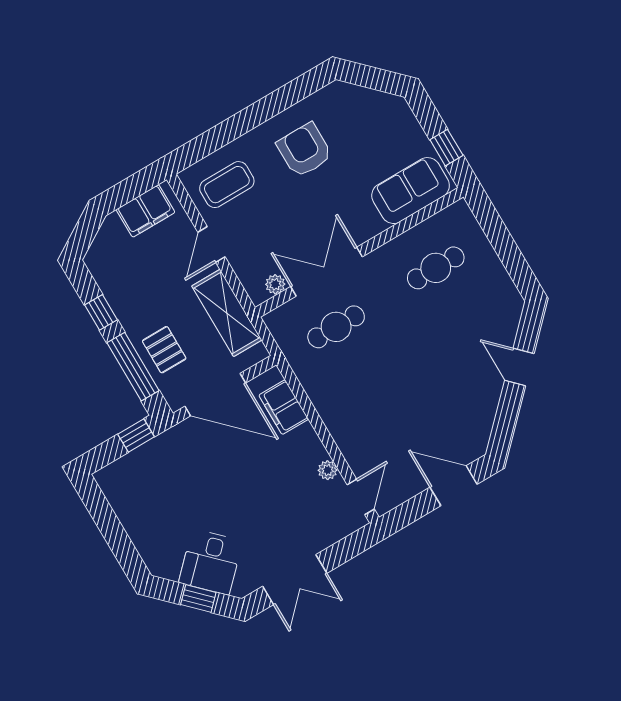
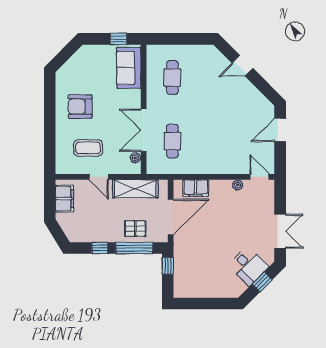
coffee table: (227, 185) -> (88, 148), moved, turned 90

